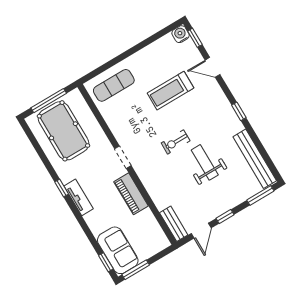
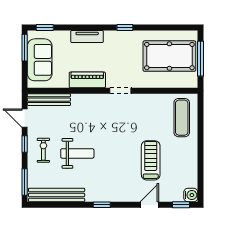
exercise bike: (176, 142) -> (43, 150), moved
tv unit: (79, 197) -> (87, 37), moved
bench: (174, 224) -> (49, 100), width x1.36
sofa: (118, 250) -> (40, 60), moved, turned -90

